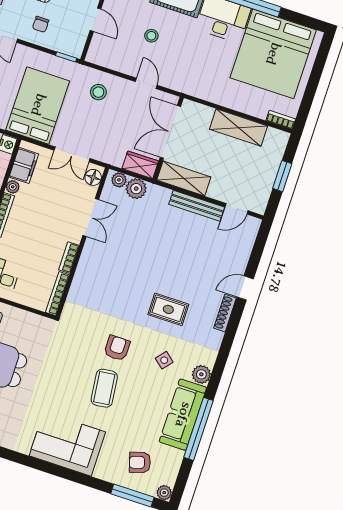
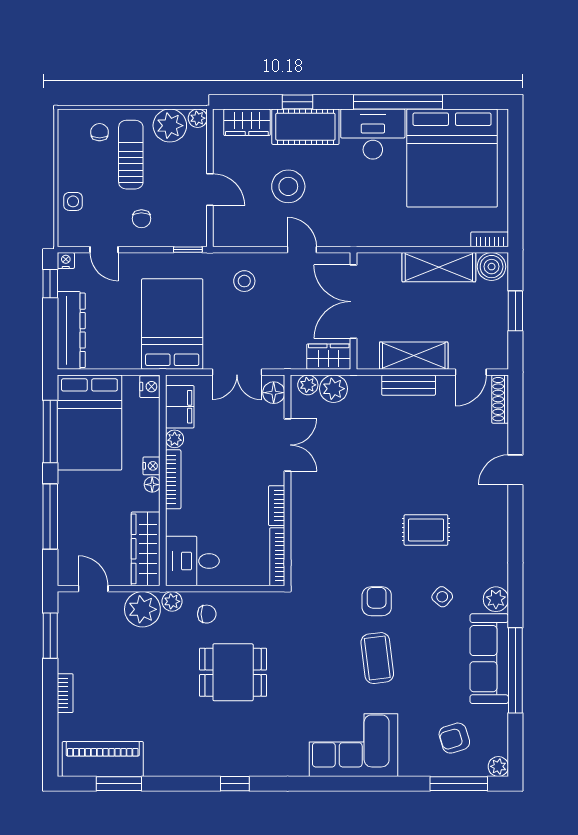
stool: (151, 36) -> (288, 186), width x1.89, depth x1.89
boiler: (276, 139) -> (492, 267), added
shelving: (184, 179) -> (414, 356), moved
bench: (197, 206) -> (409, 385), width x0.73
shoe rack: (225, 313) -> (500, 399), moved

